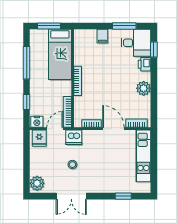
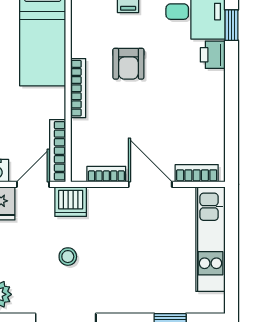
armchair: (103, 69) -> (128, 64), added
plant: (144, 88) -> (211, 103), removed

